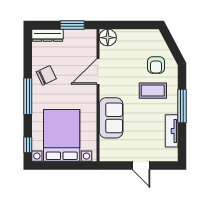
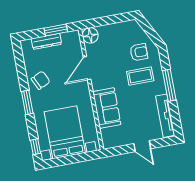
dresser: (48, 35) -> (46, 41), moved
armchair: (156, 65) -> (139, 52), turned -90
window: (28, 96) -> (27, 102), width x0.69
tv unit: (172, 131) -> (165, 116), width x1.41

